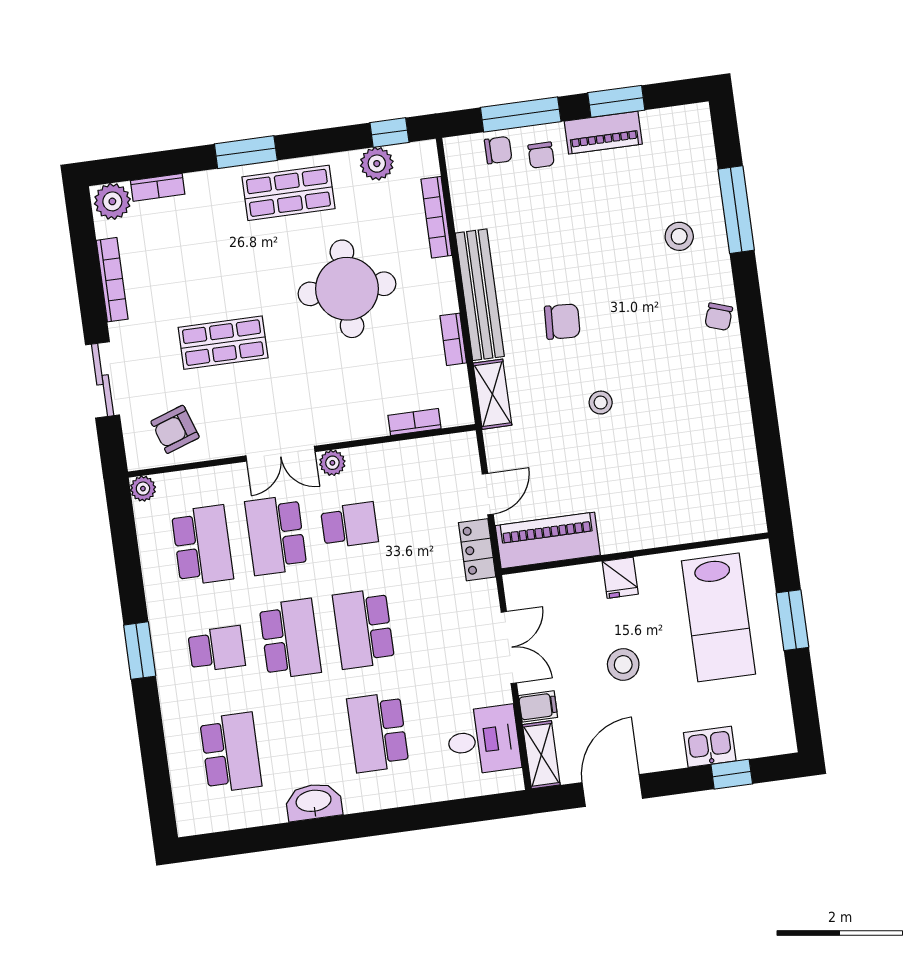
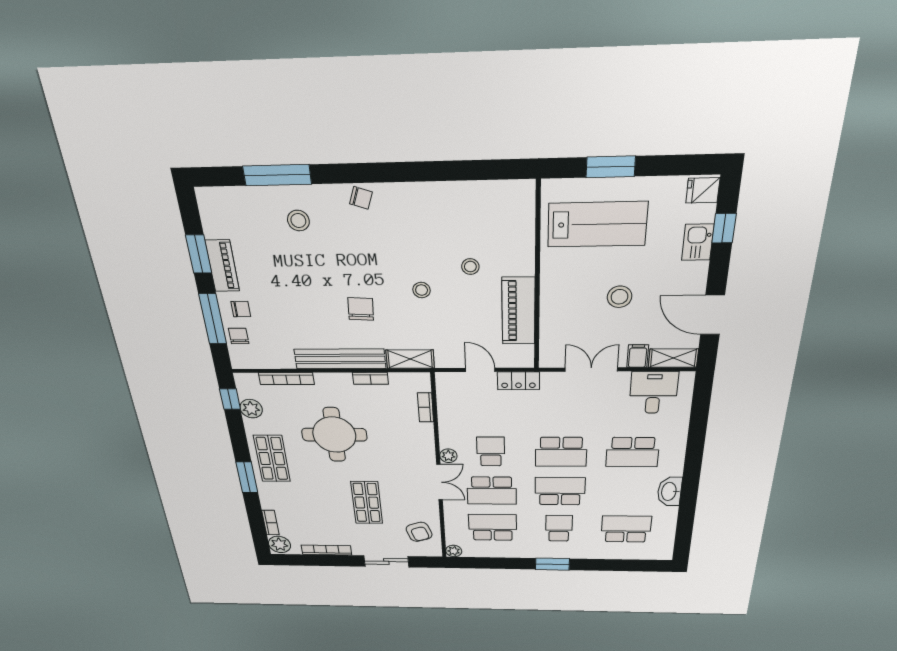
stool: (642, 464) -> (470, 267), added
piano: (548, 540) -> (518, 311), moved
fridge: (620, 578) -> (703, 190), moved, turned 180

